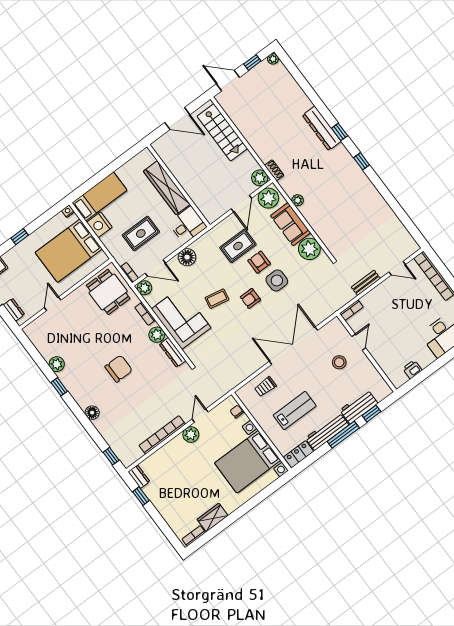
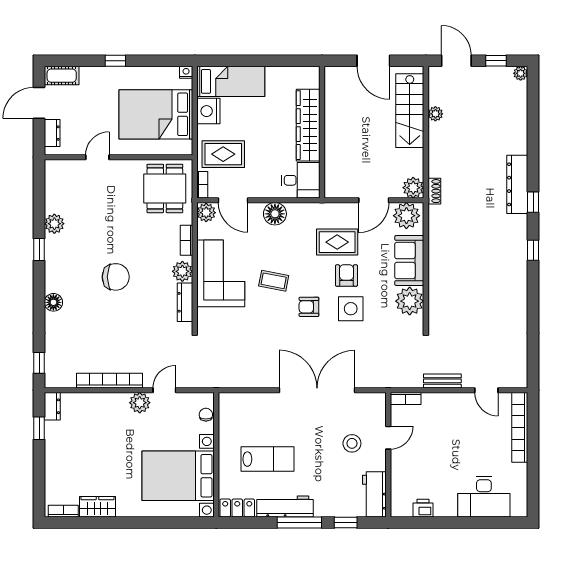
plant: (298, 200) -> (435, 114), moved
rug: (141, 233) -> (223, 154), moved
trolley: (265, 387) -> (255, 411), removed
workbench: (359, 407) -> (374, 494), moved, turned -90

